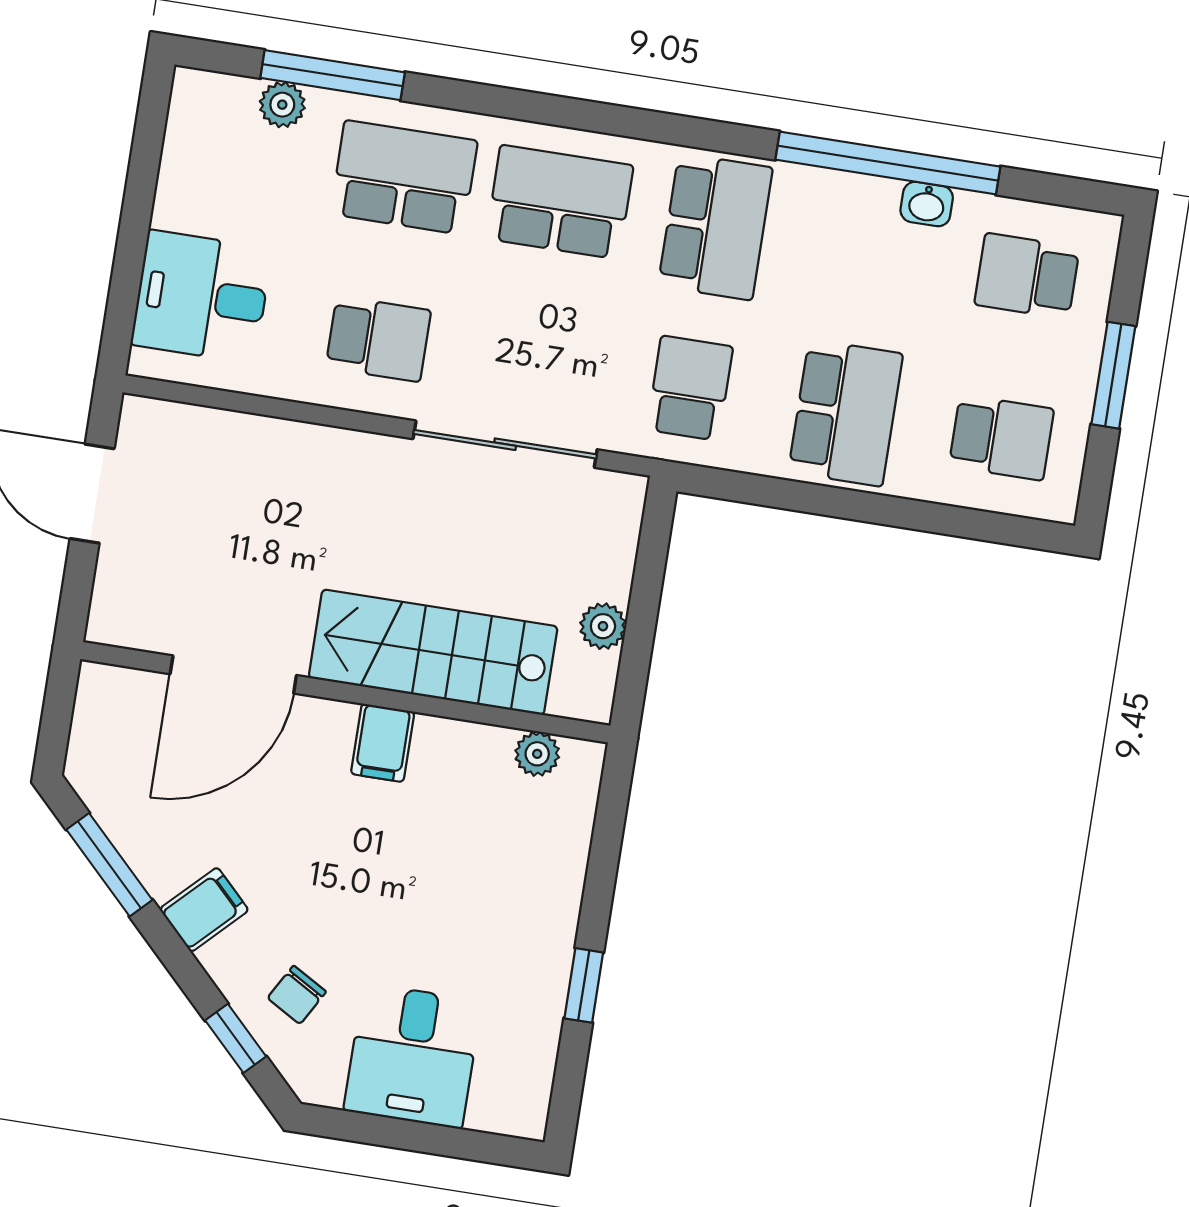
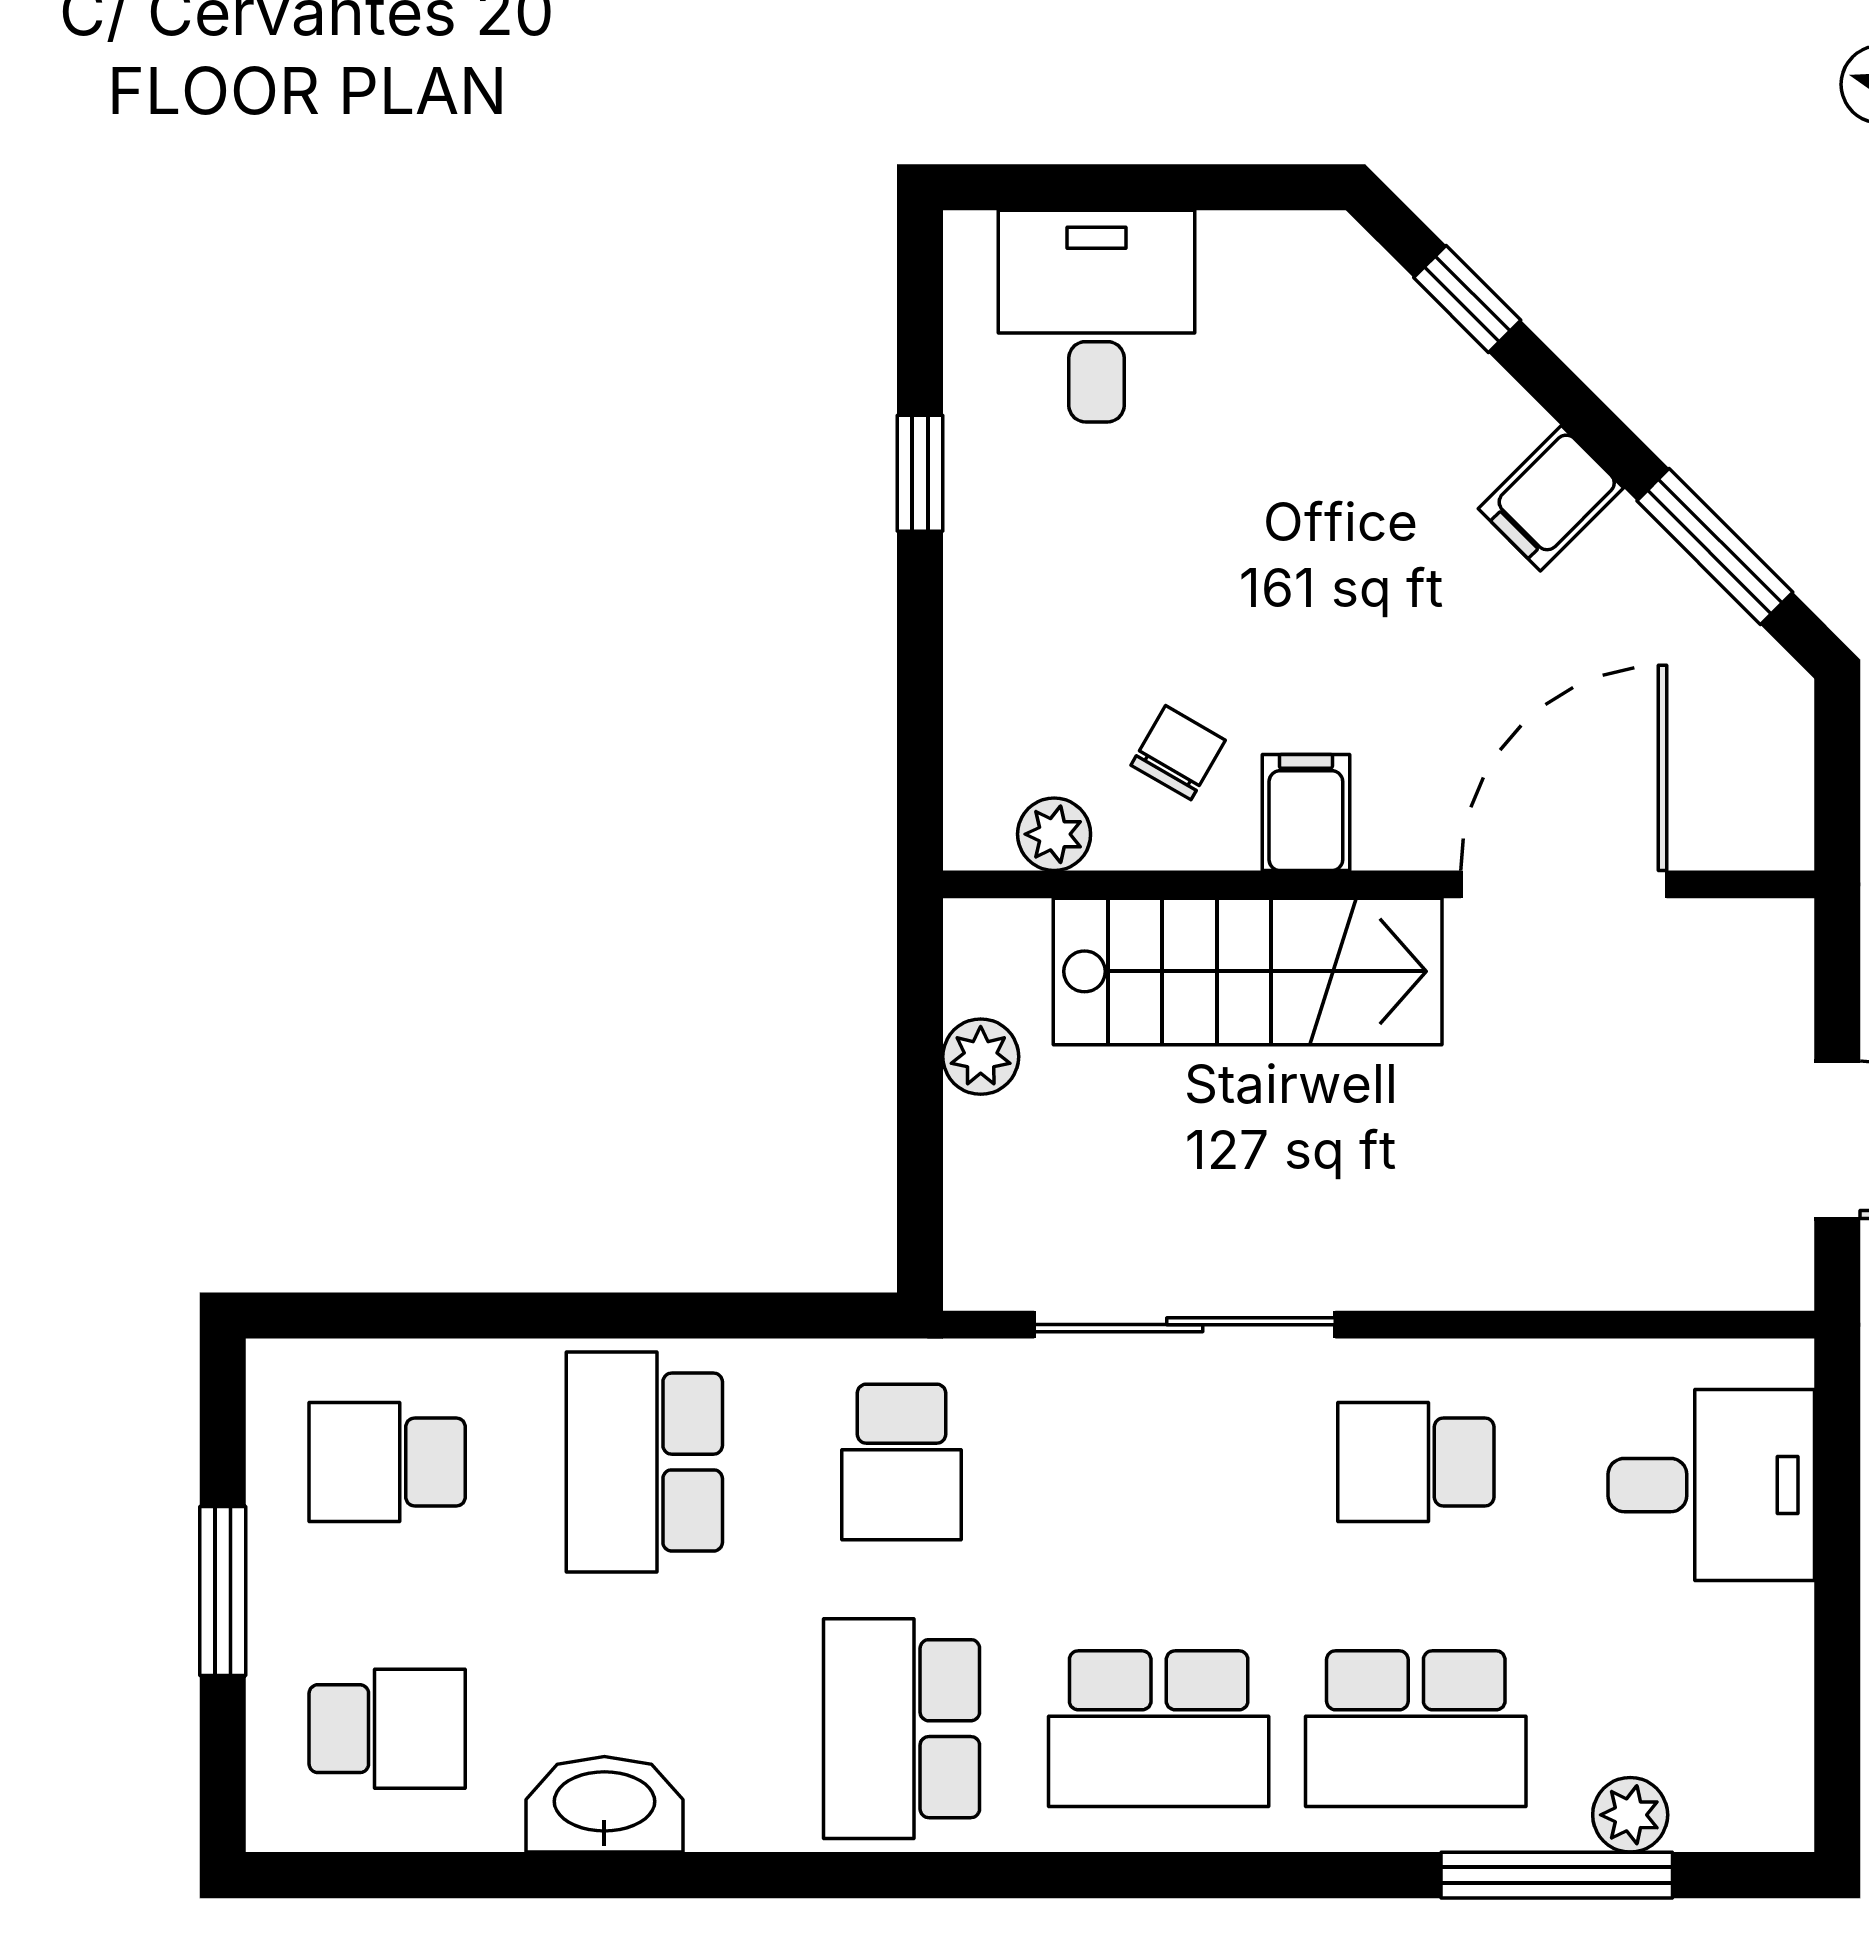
window: (888, 163) -> (640, 1875), removed
washbasin: (927, 204) -> (604, 1804), width x1.91, depth x1.45
chair: (297, 995) -> (1178, 753), moved
desk: (413, 1056) -> (1097, 316), moved

